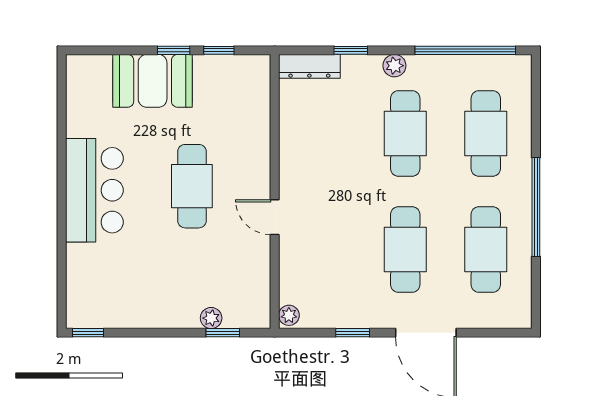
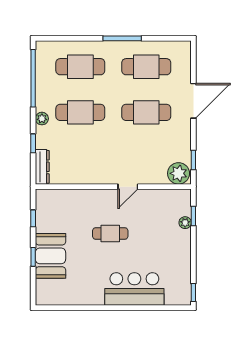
window: (174, 50) -> (33, 257), moved
cafe table: (192, 186) -> (110, 234), width x0.73, depth x0.74
bar counter: (94, 190) -> (134, 289), moved
window: (536, 207) -> (122, 38), width x0.68
plant: (289, 315) -> (179, 173), width x1.88, depth x1.88
window: (353, 333) -> (193, 160), moved

